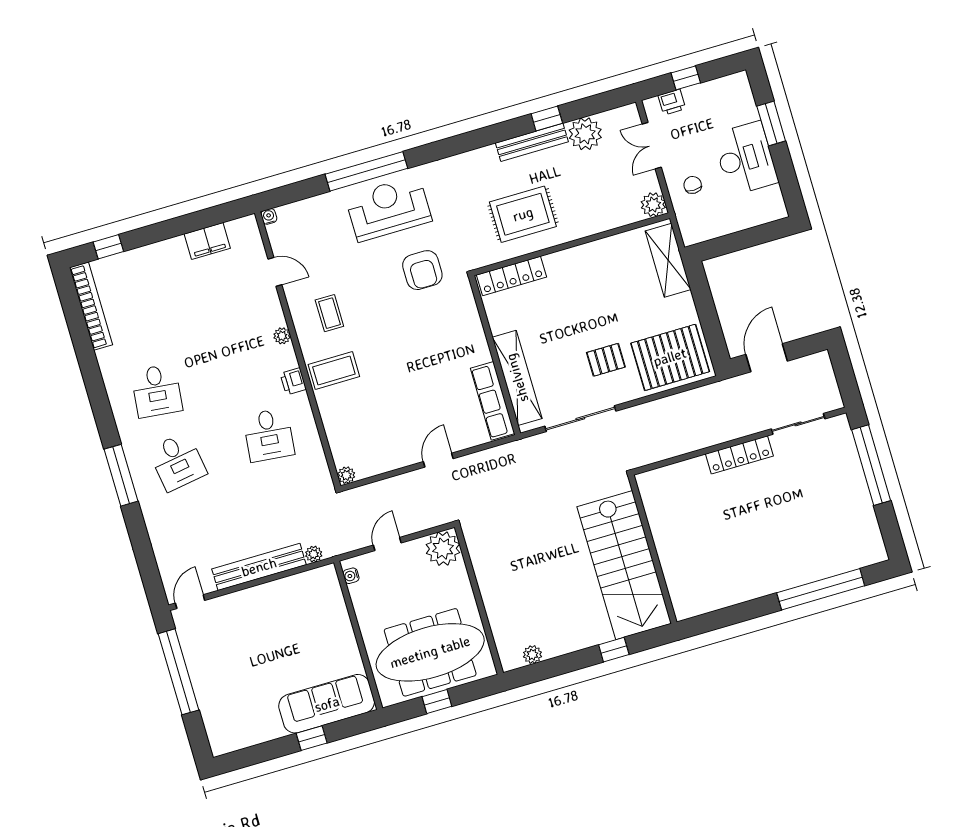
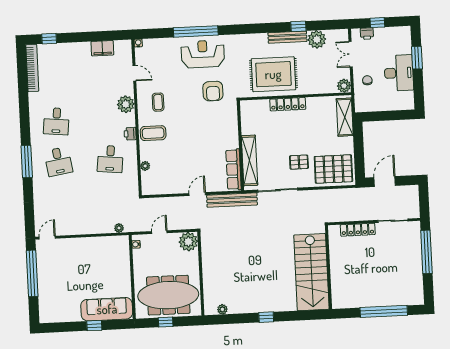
rug: (523, 214) -> (273, 74), width x1.37, depth x1.44
locker: (512, 276) -> (288, 104), moved
plant: (282, 336) -> (126, 104), width x1.88, depth x1.88
plant: (346, 475) -> (145, 166), moved
wall: (653, 549) -> (328, 267), moved
stairs: (624, 565) -> (311, 272), moved
bench: (259, 567) -> (232, 200), moved

